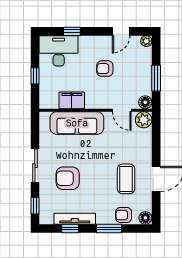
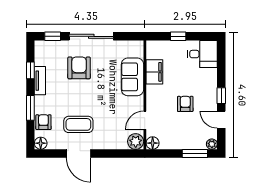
window: (72, 31) -> (221, 96), moved
desk: (59, 51) -> (202, 54), width x0.73
window: (156, 78) -> (195, 153), moved
sofa: (77, 123) -> (132, 77), width x0.73
sliding door: (35, 166) -> (91, 36), width x1.37
tv unit: (75, 219) -> (40, 81), width x0.71

